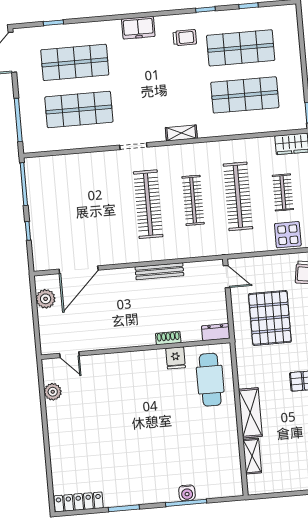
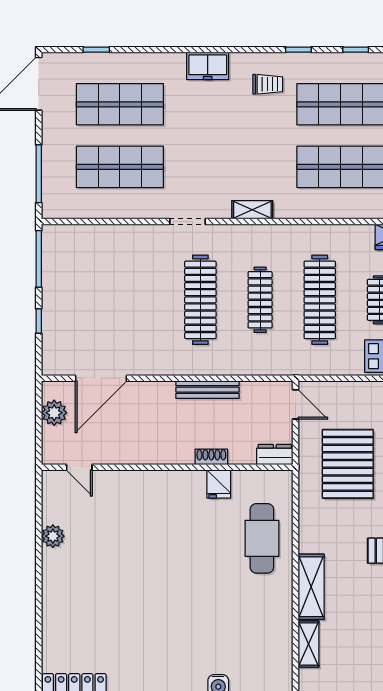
dresser: (216, 332) -> (275, 455), moved
shoe rack: (168, 338) -> (211, 457), moved
wall: (136, 349) -> (167, 467), moved
door: (69, 355) -> (79, 467), moved
fridge: (176, 358) -> (219, 484), moved

